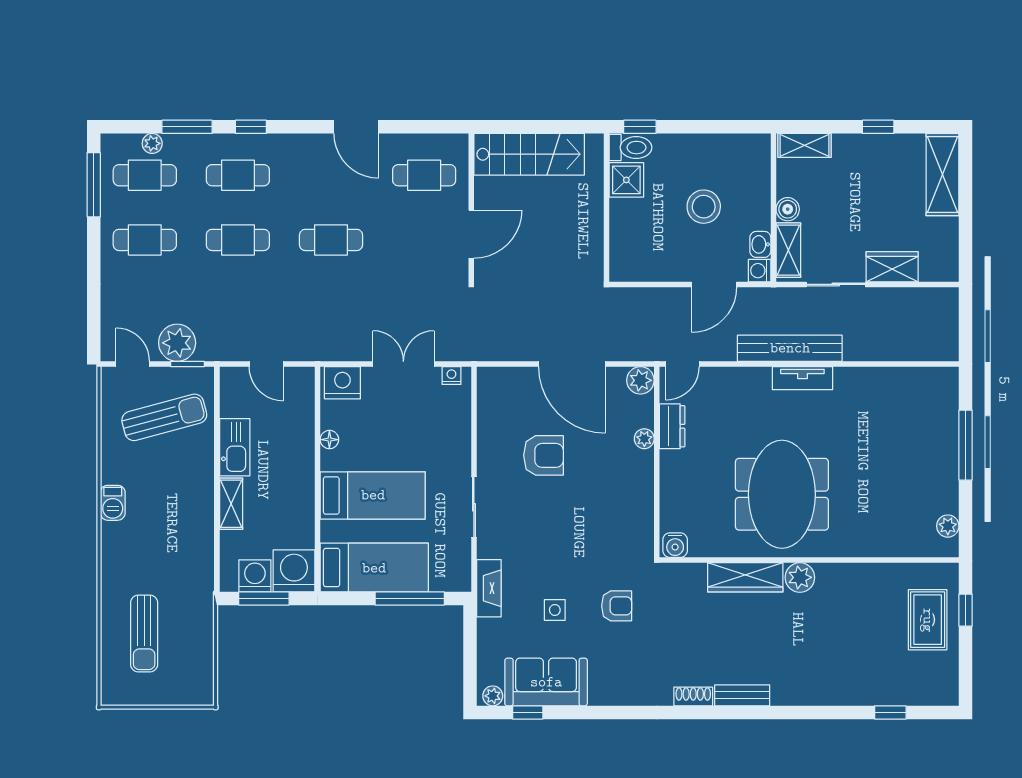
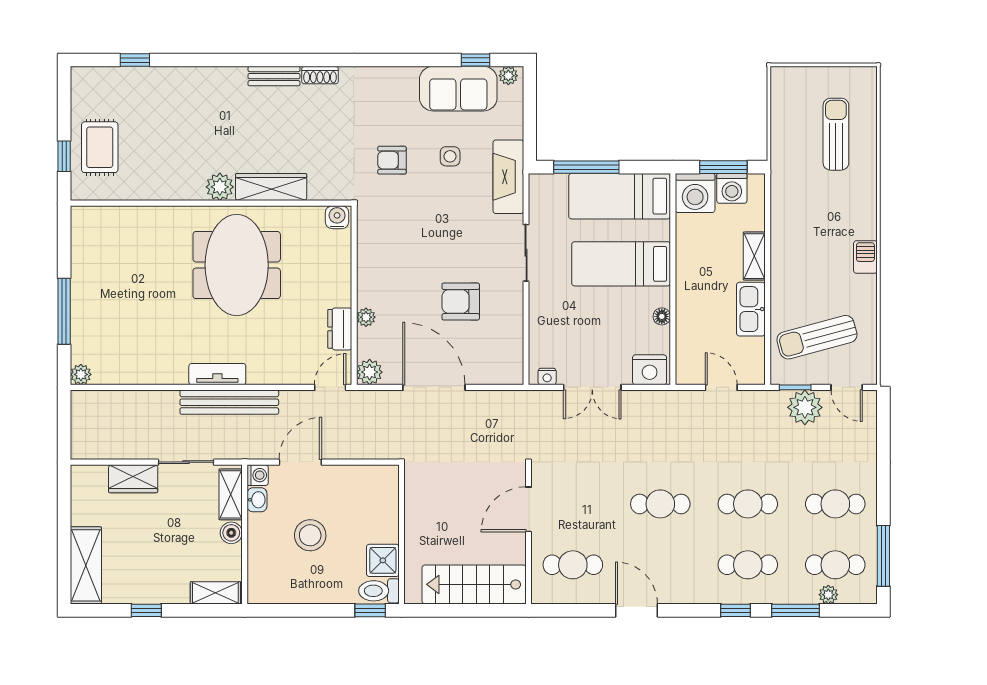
plant: (948, 526) -> (81, 374), moved
fireplace: (489, 588) -> (508, 177), width x1.37, depth x1.32

